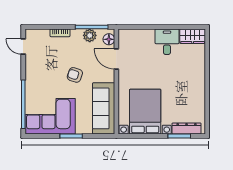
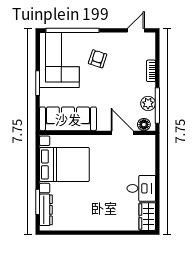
door: (116, 59) -> (122, 133), hinge flipped
armchair: (75, 75) -> (98, 59), moved

